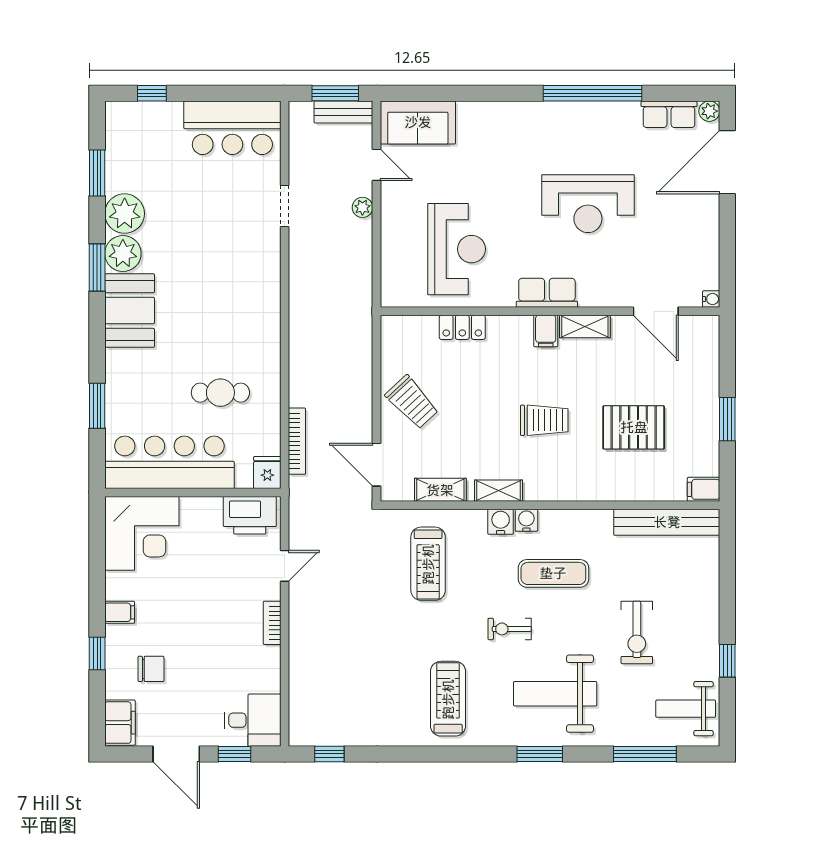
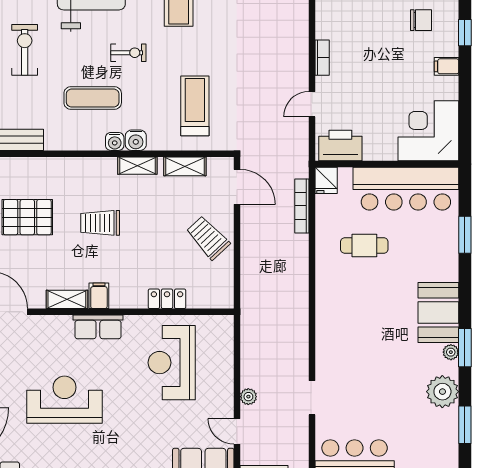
plant: (123, 253) -> (451, 352), width x0.53, depth x0.53
chair: (151, 669) -> (421, 20), turned 180

